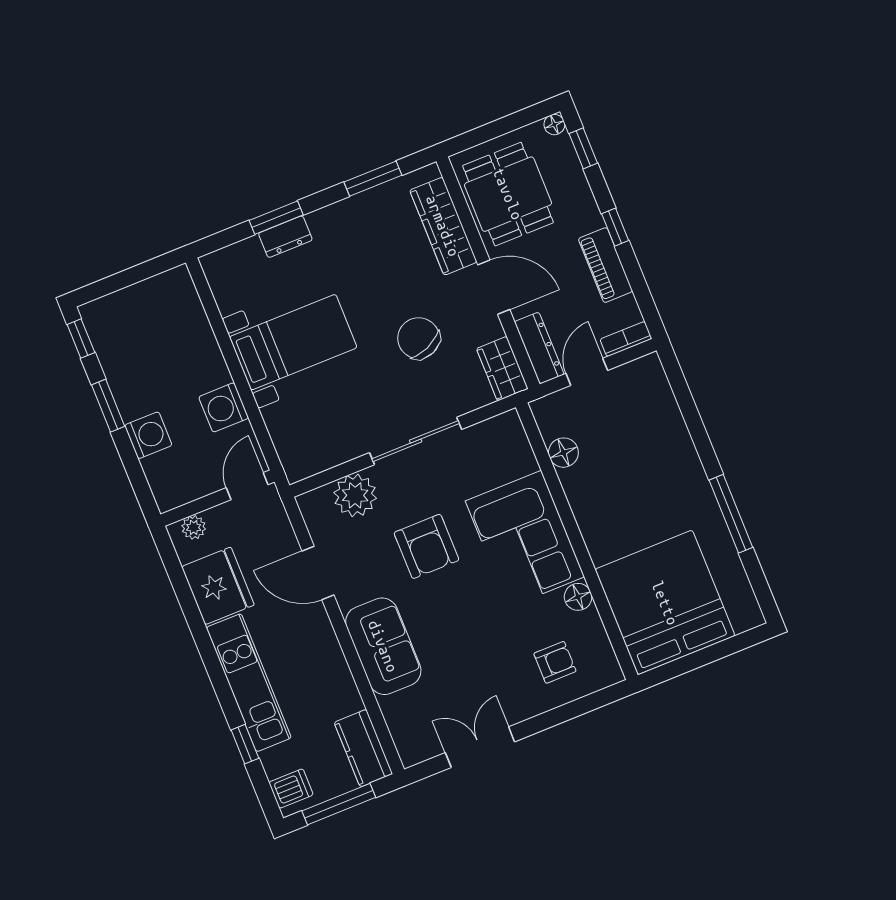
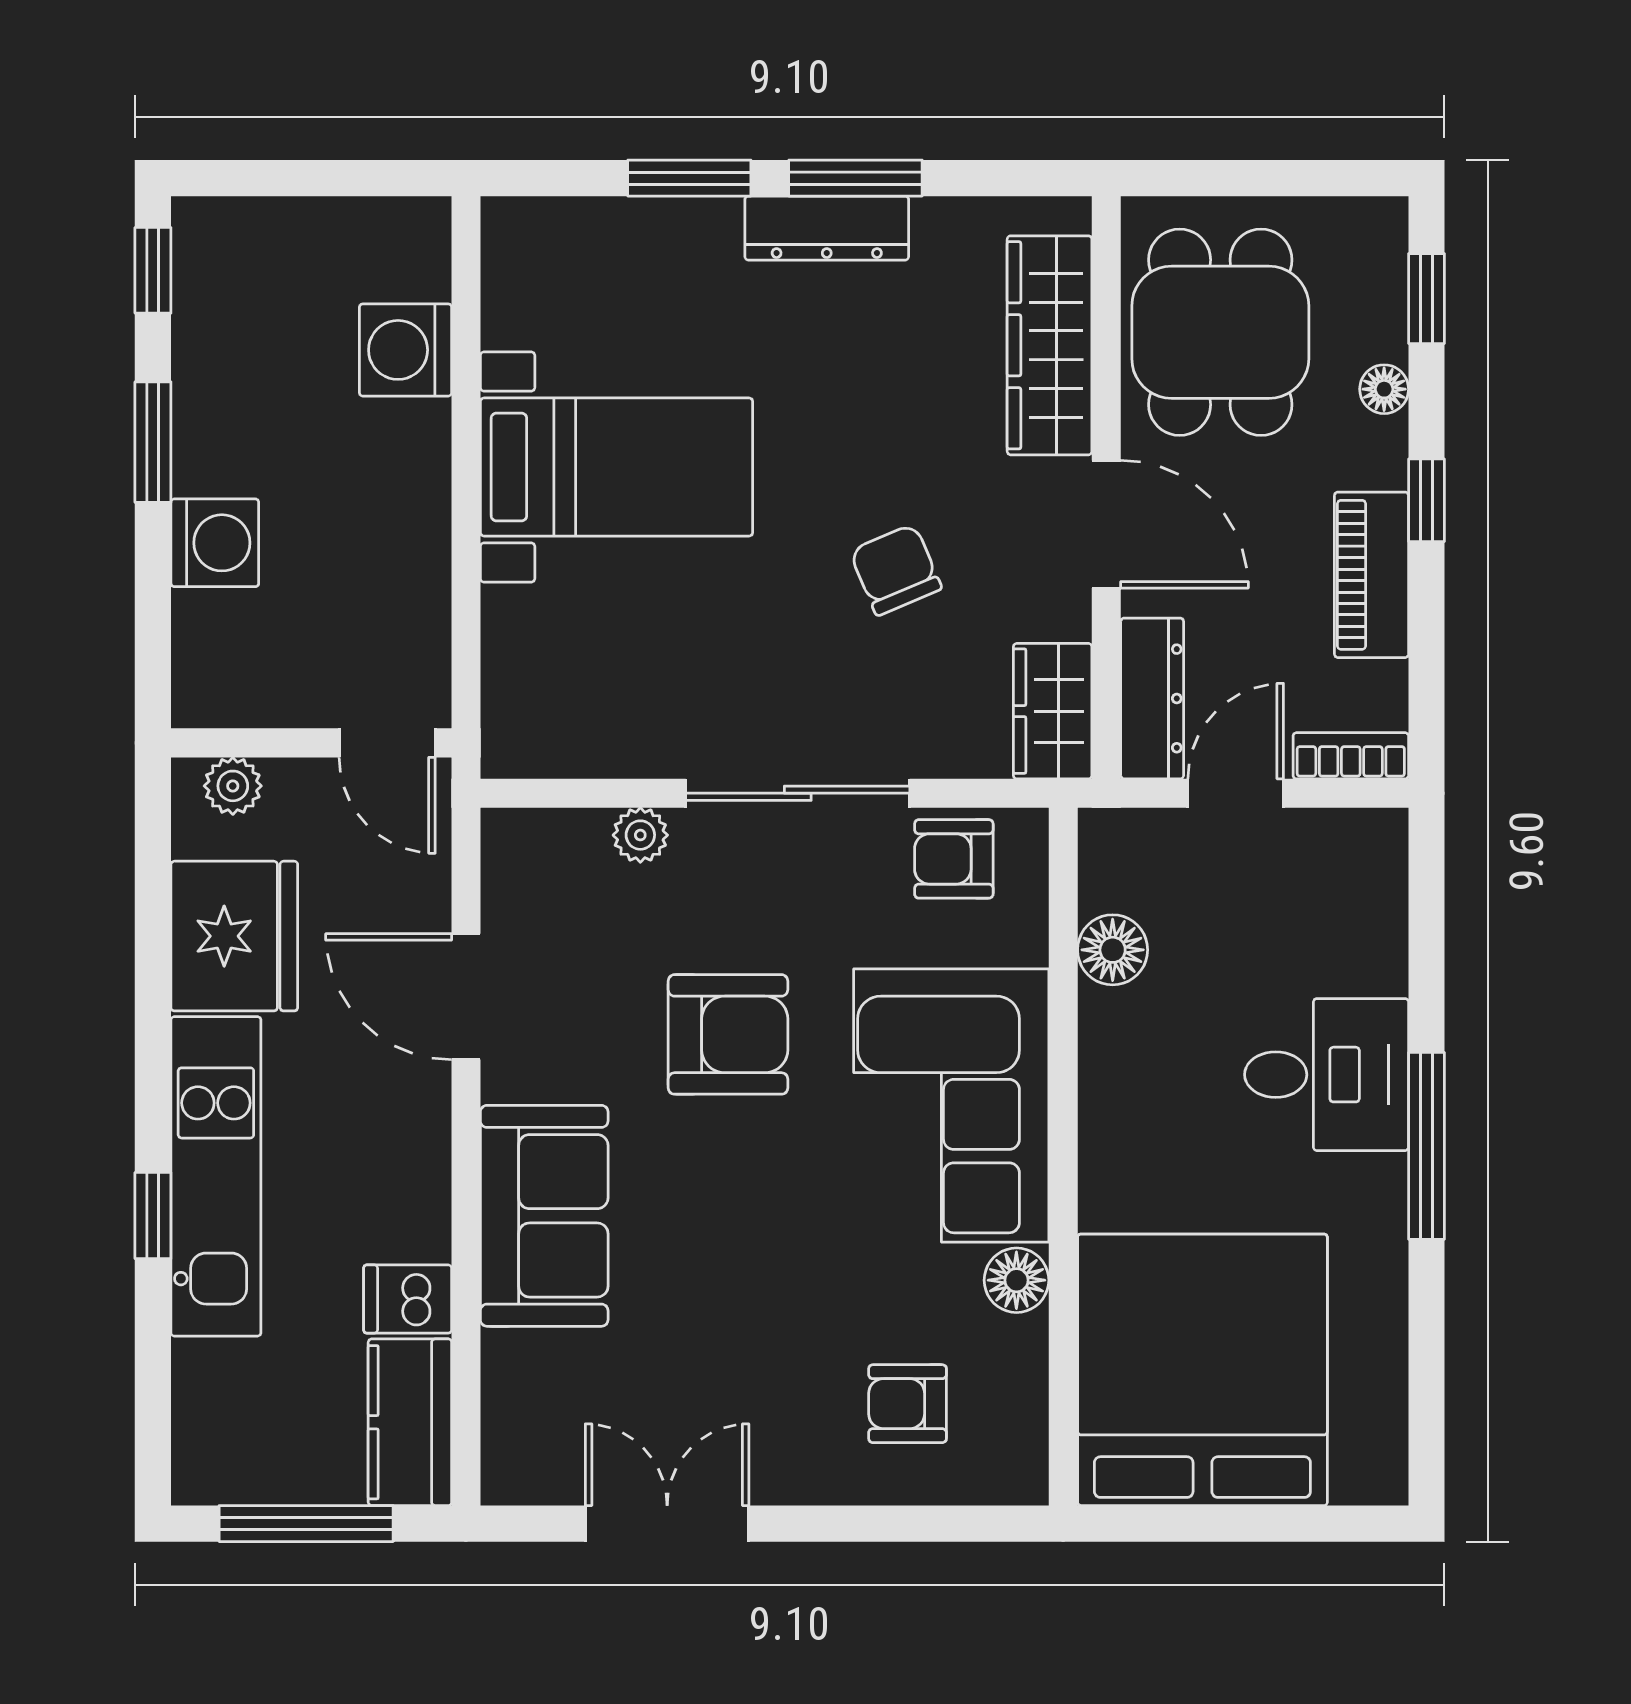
floor lamp: (554, 125) -> (1384, 389), moved
window: (373, 179) -> (855, 178), moved
dresser: (285, 237) -> (827, 228), moved, width x1.44
chair: (419, 338) -> (896, 570), width x0.73, depth x0.73
washing machine: (224, 407) -> (405, 350), moved
armchair: (487, 442) -> (954, 859), added
desk: (667, 468) -> (1327, 1075), added
door: (247, 486) -> (387, 743), swing flipped
plant: (355, 495) -> (640, 835), width x0.53, depth x0.53
window: (731, 514) -> (1427, 1146), moved
armchair: (426, 546) -> (728, 1034), turned -90
armchair: (555, 662) -> (908, 1404), turned 180
window: (245, 744) -> (153, 1216), moved
dishwasher: (291, 789) -> (408, 1299), moved, turned 180

